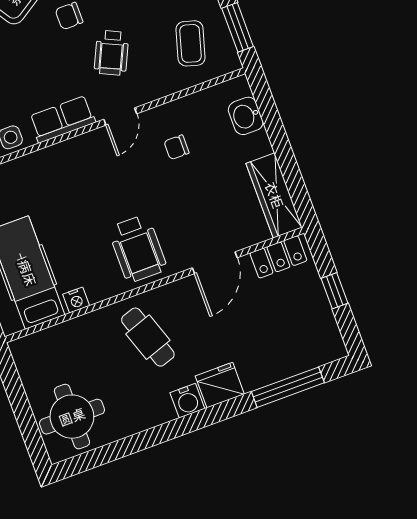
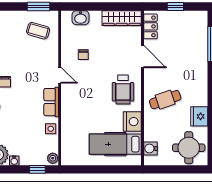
wheelchair: (111, 53) -> (29, 68), removed
wheelchair: (138, 249) -> (123, 89), turned 90
nightstand: (76, 300) -> (132, 122), width x1.89, depth x1.79
fridge: (220, 385) -> (199, 116), moved
water cooler: (187, 401) -> (150, 149), moved, turned 180

